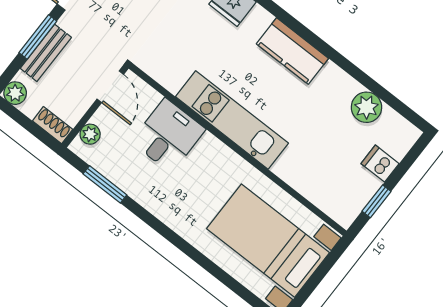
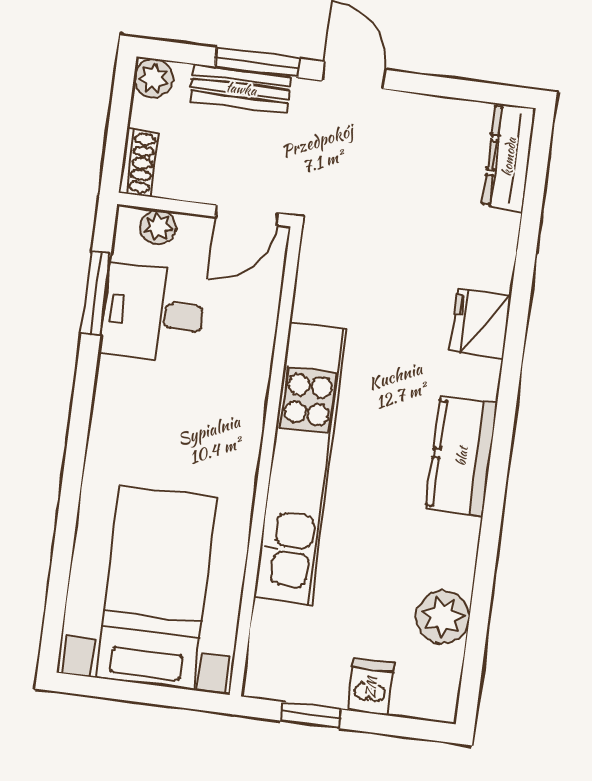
kitchen unit: (232, 120) -> (300, 463), width x1.36
desk: (168, 135) -> (153, 313), moved, turned 180

